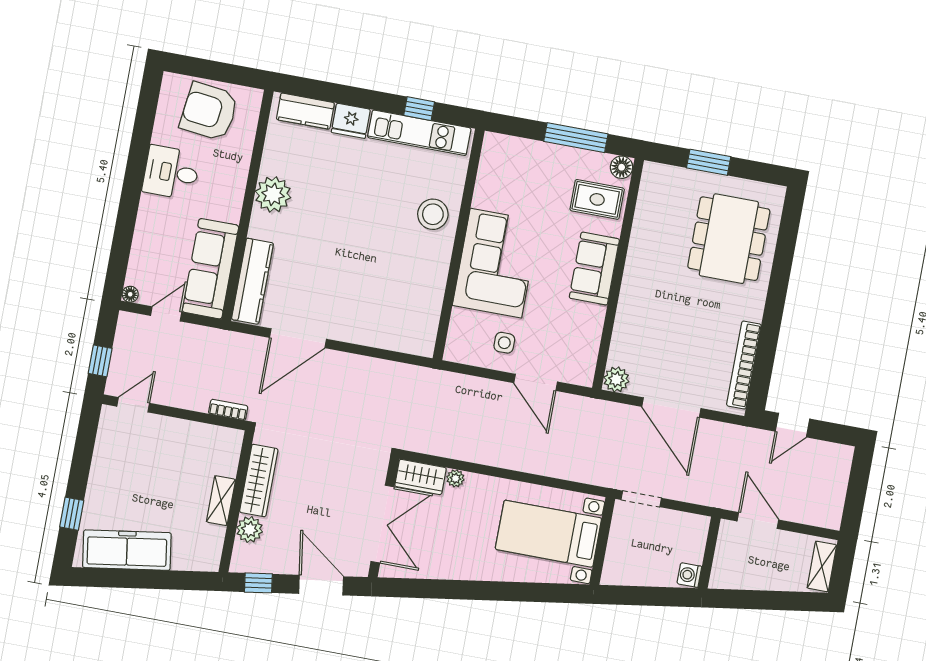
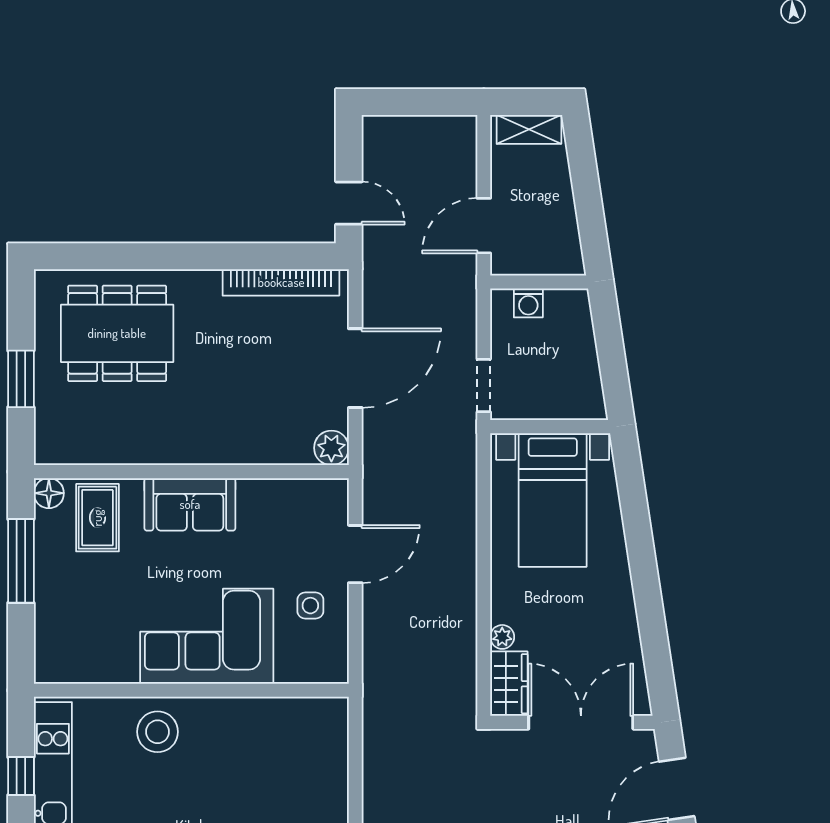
washing machine: (689, 575) -> (528, 303), moved

